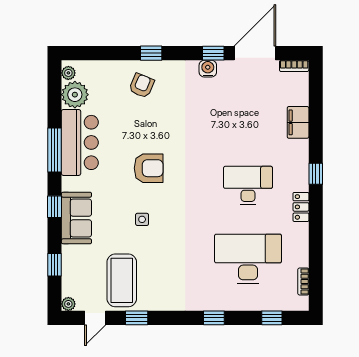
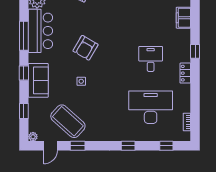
armchair: (149, 168) -> (86, 48), turned 120
desk: (248, 185) -> (151, 59), width x0.73
coffee table: (122, 280) -> (68, 121), turned -48

